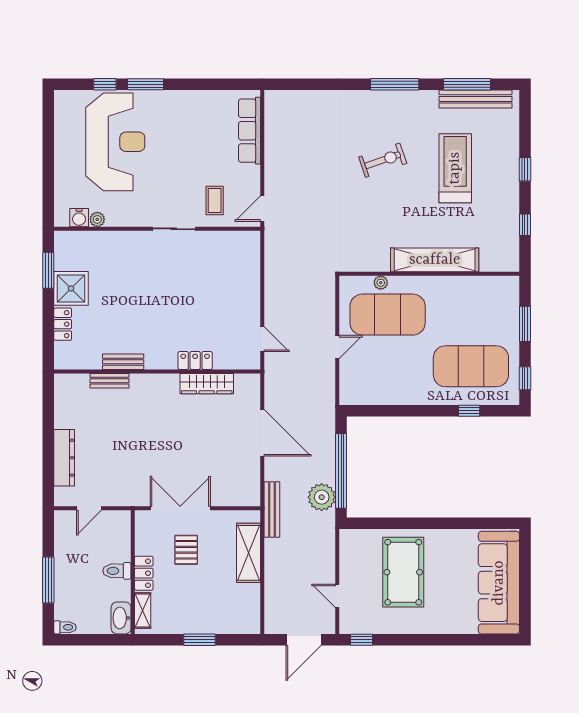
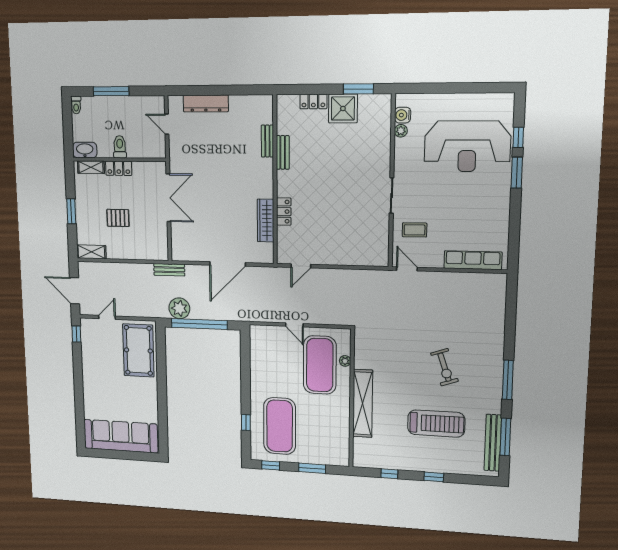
bench: (272, 510) -> (169, 270), width x0.73
pallet: (186, 550) -> (118, 218), moved
shelving: (249, 553) -> (91, 252), moved, width x0.67, depth x0.75
pool table: (403, 572) -> (138, 350), moved, turned 90

